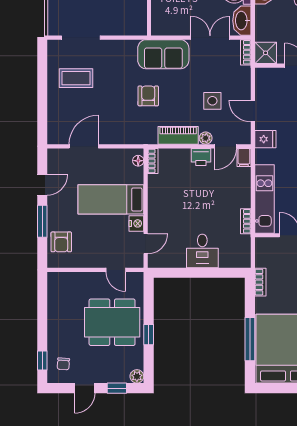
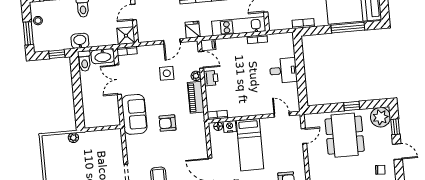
nightstand: (136, 223) -> (230, 127), moved
plant: (137, 376) -> (380, 117), width x1.87, depth x1.87

